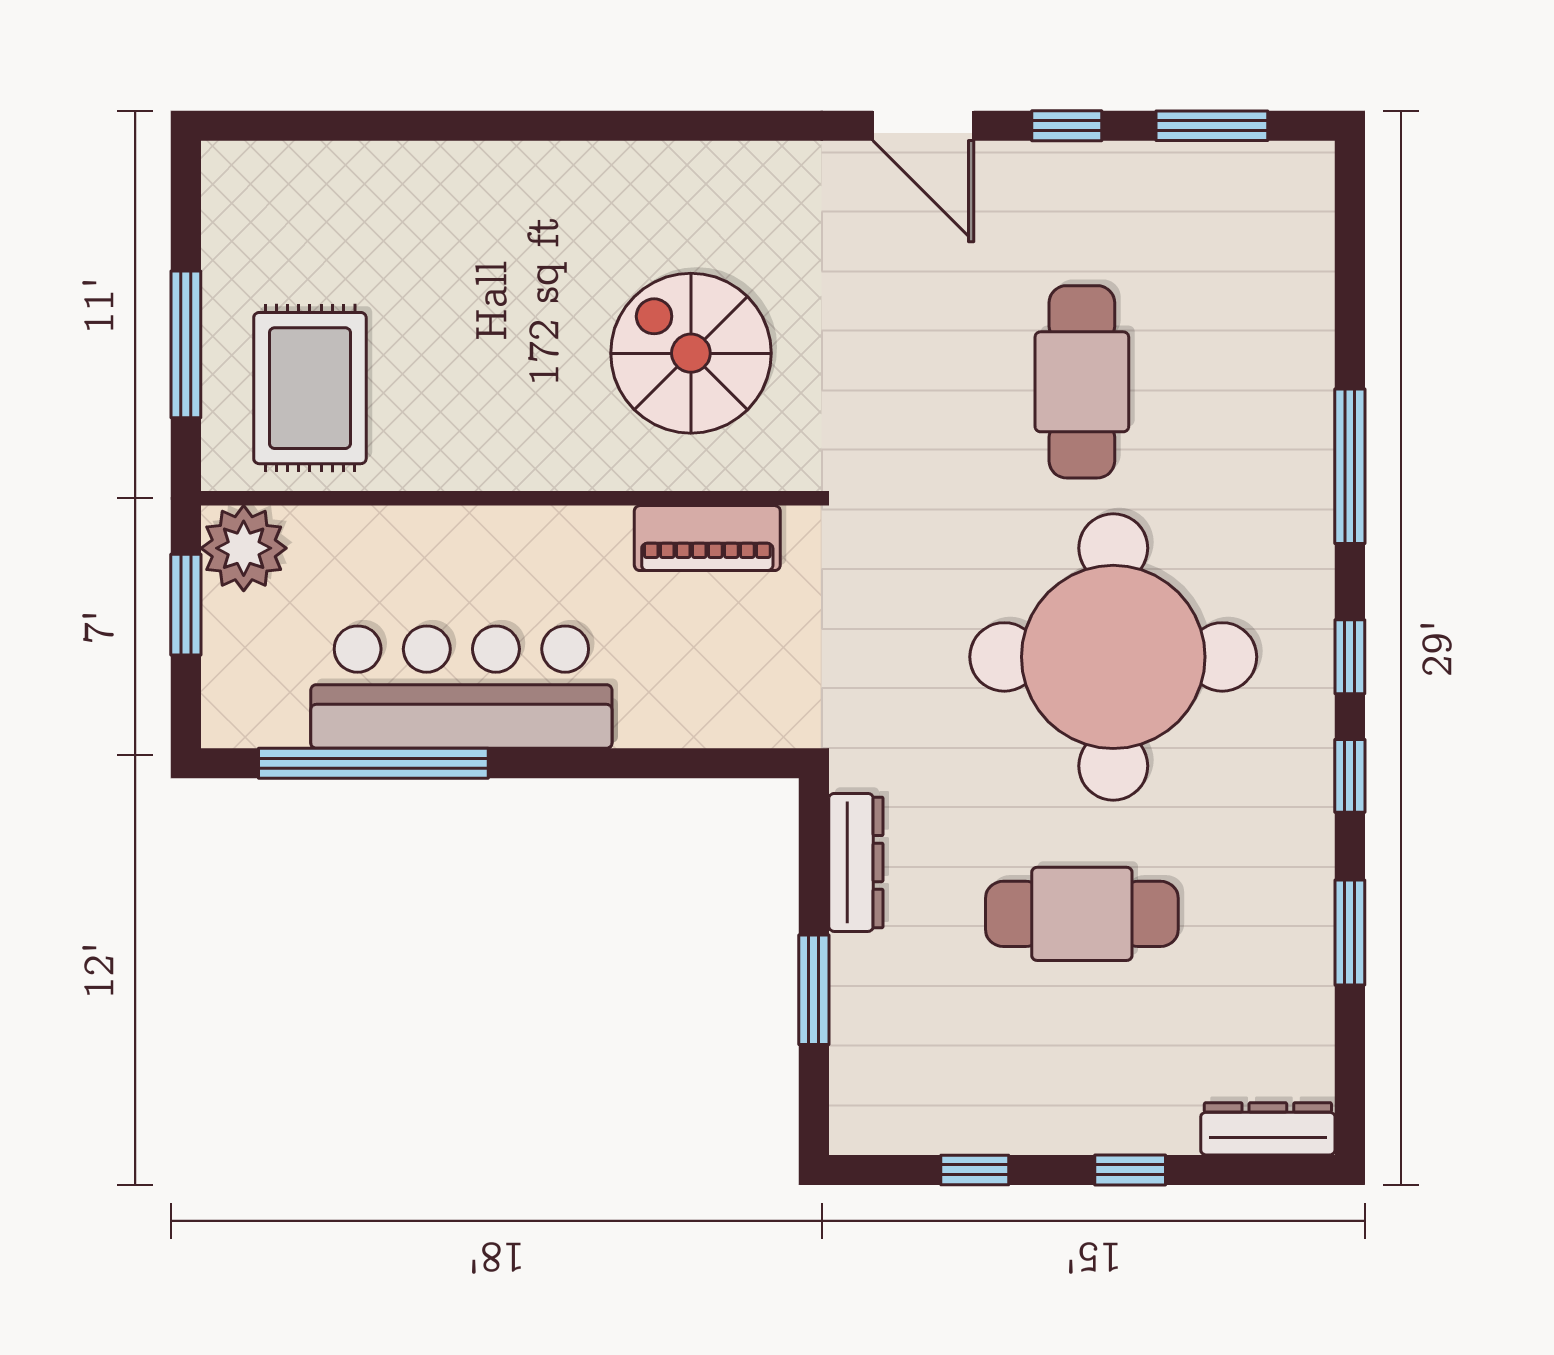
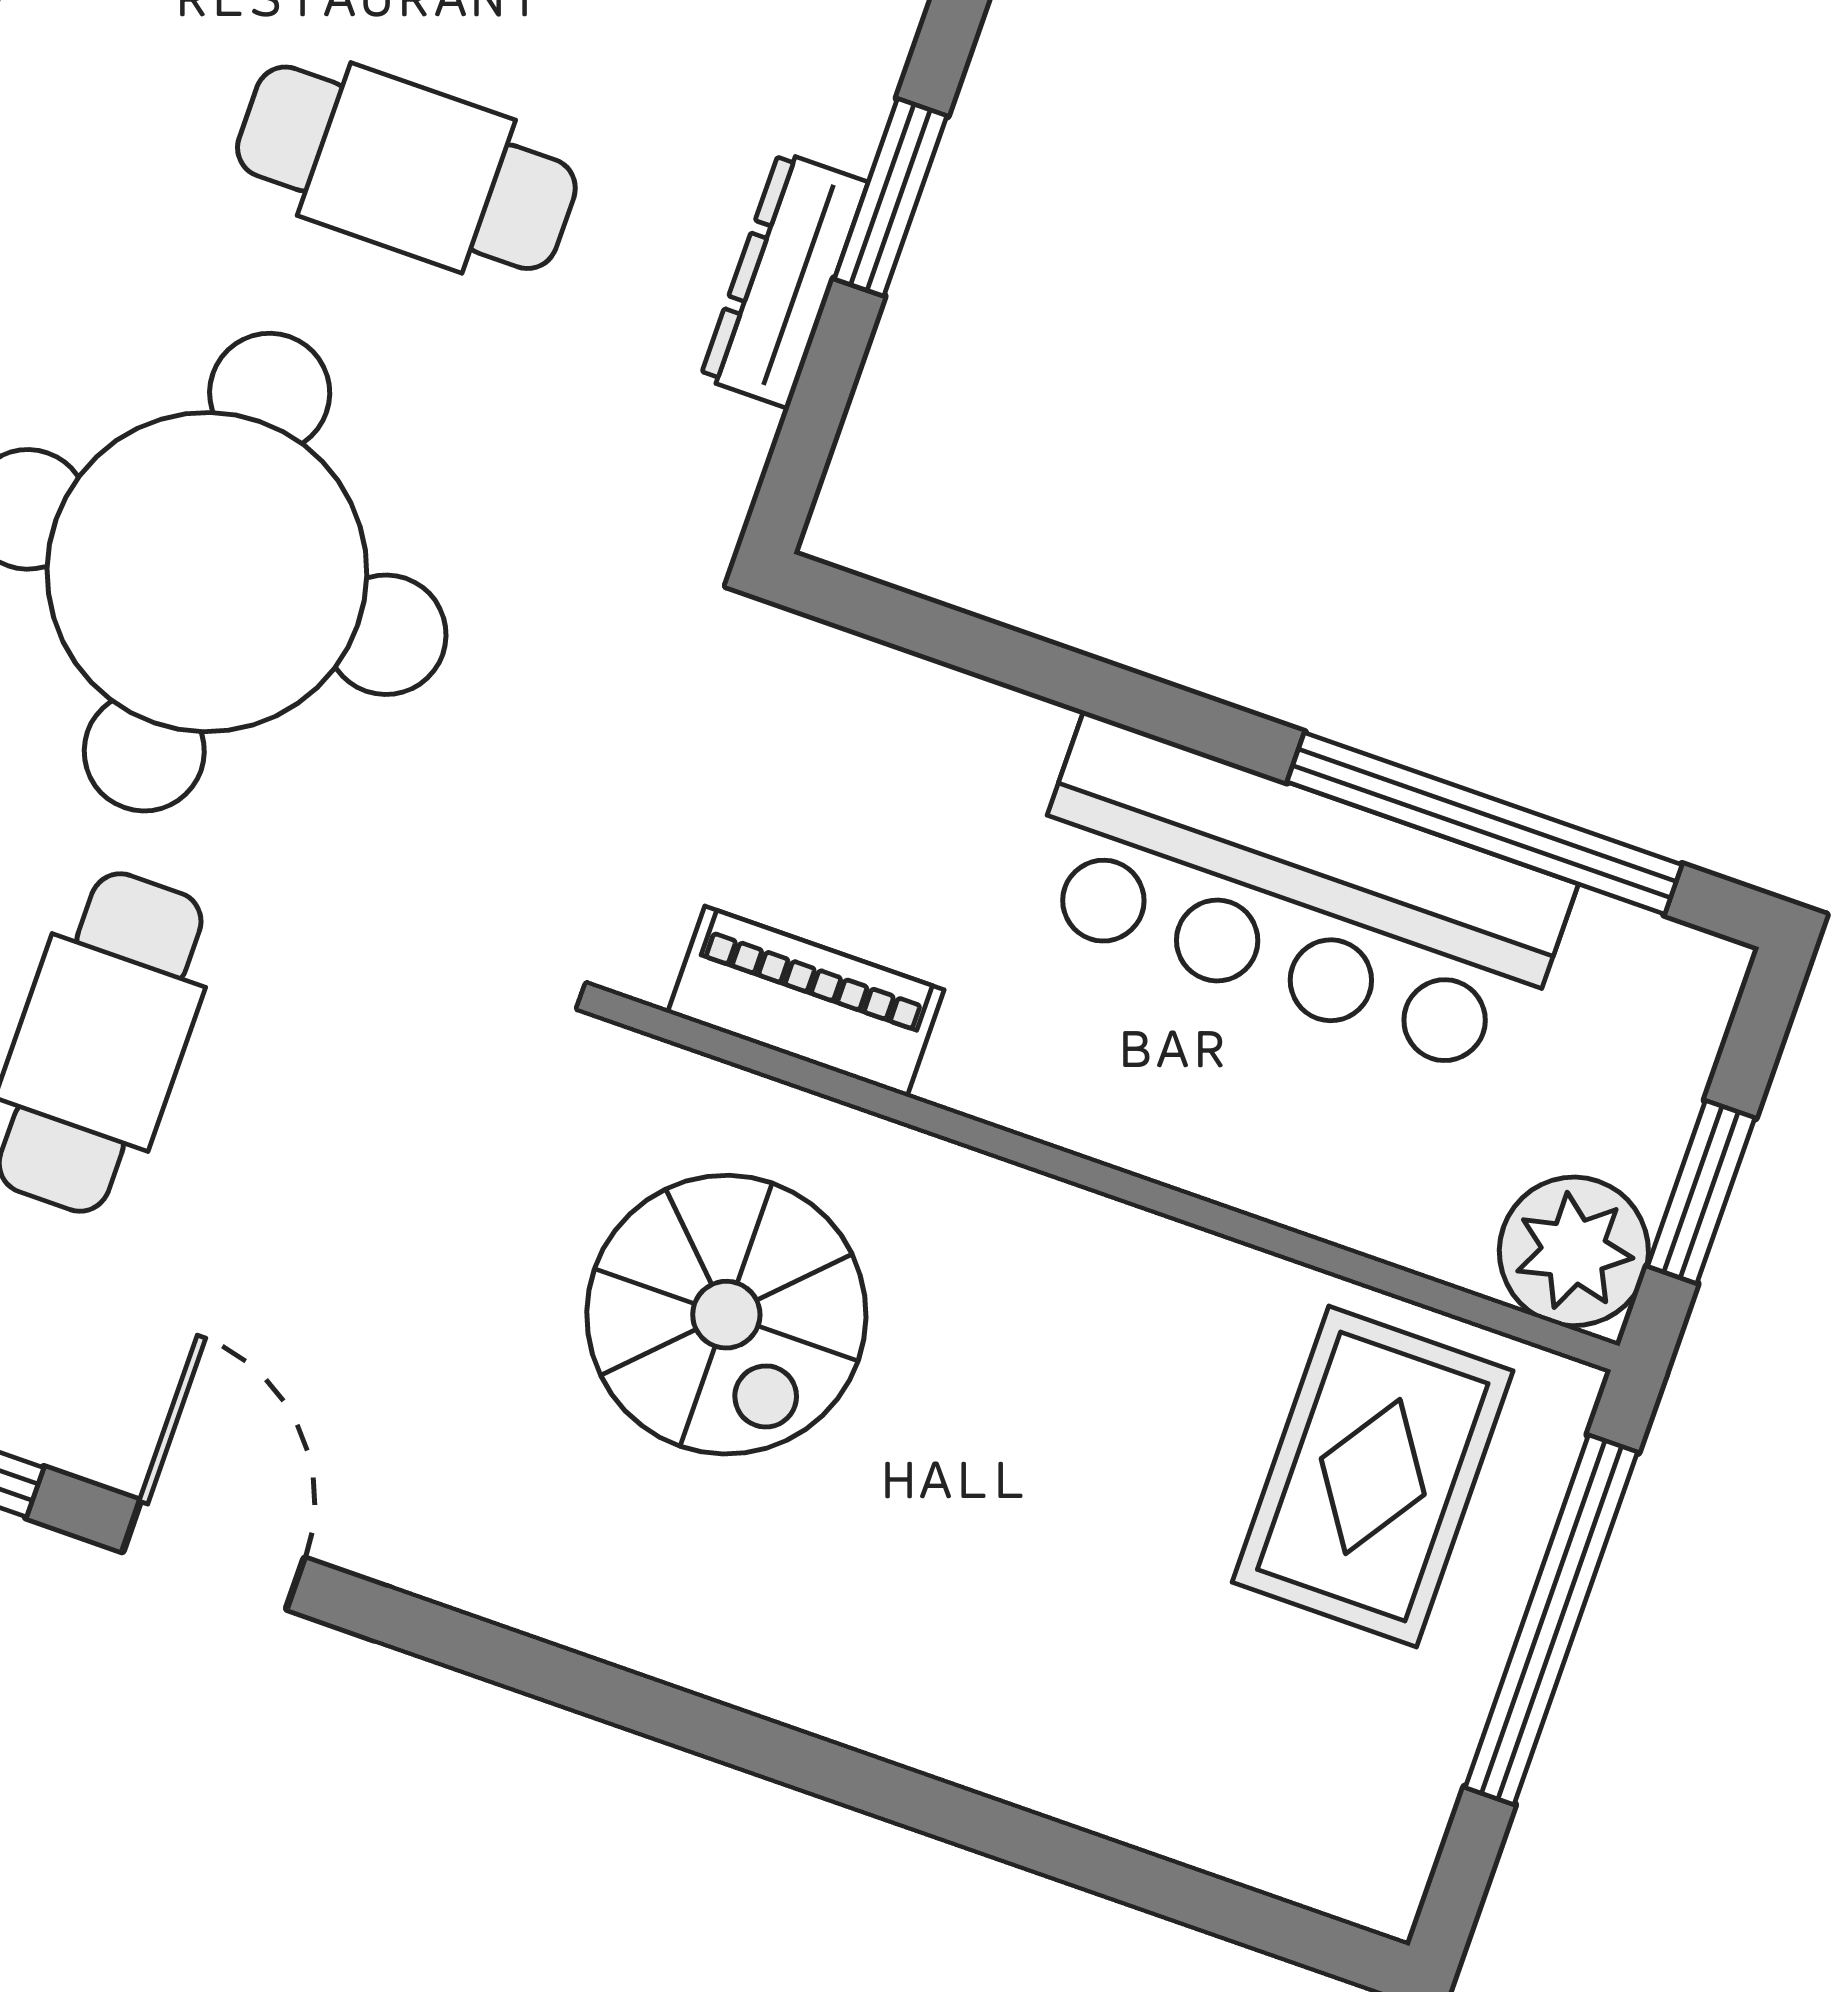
window: (186, 344) -> (1551, 1620), width x1.46
dresser: (856, 862) -> (784, 280), moved

